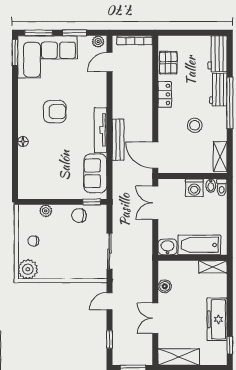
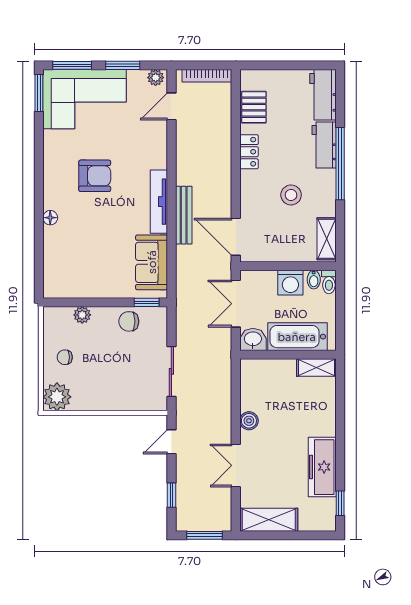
bathtub: (199, 245) -> (297, 337), moved
washbasin: (168, 247) -> (253, 339), moved
wall: (193, 258) -> (288, 355), moved
shelving: (213, 267) -> (316, 367), moved

